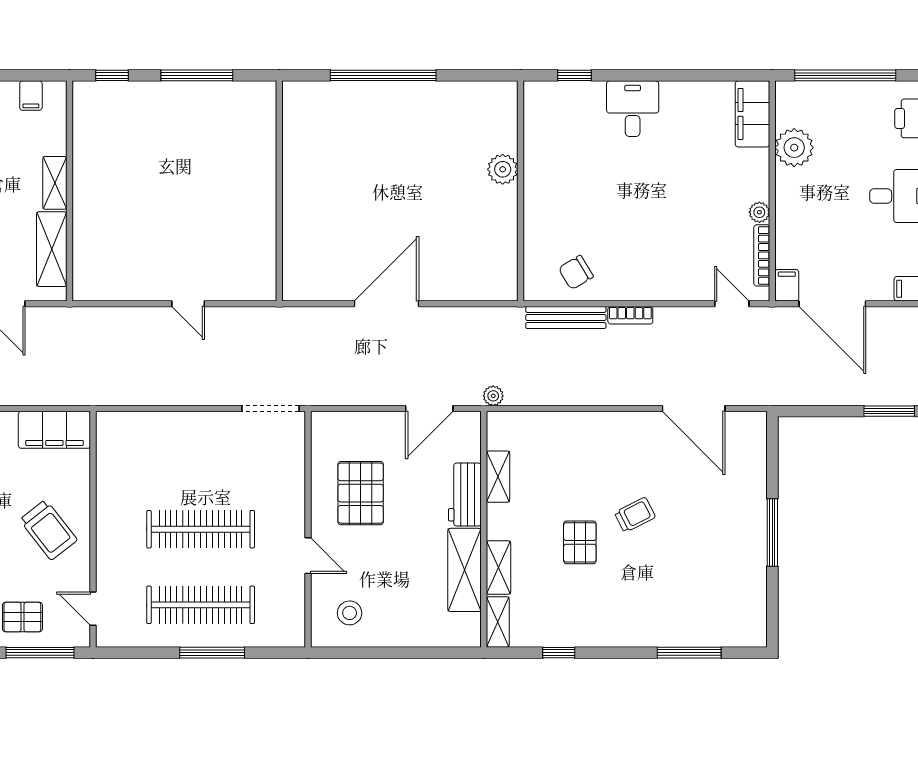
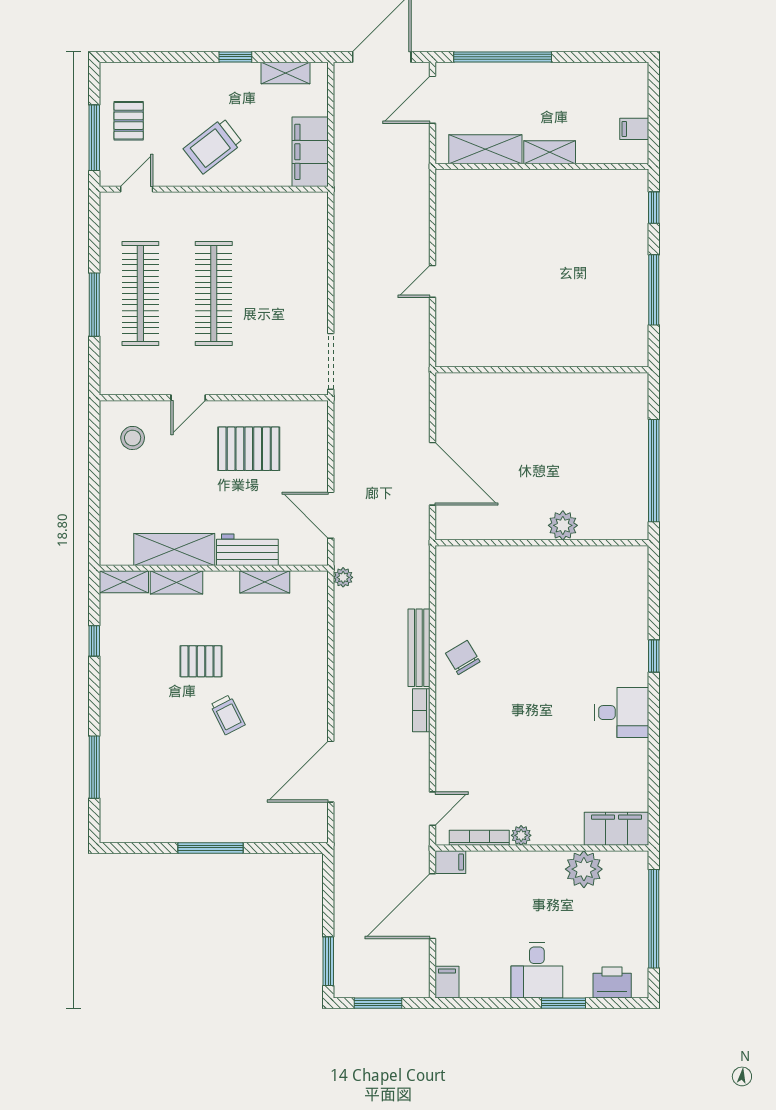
plant: (503, 169) -> (563, 525), moved
wall: (521, 191) -> (542, 543), moved

